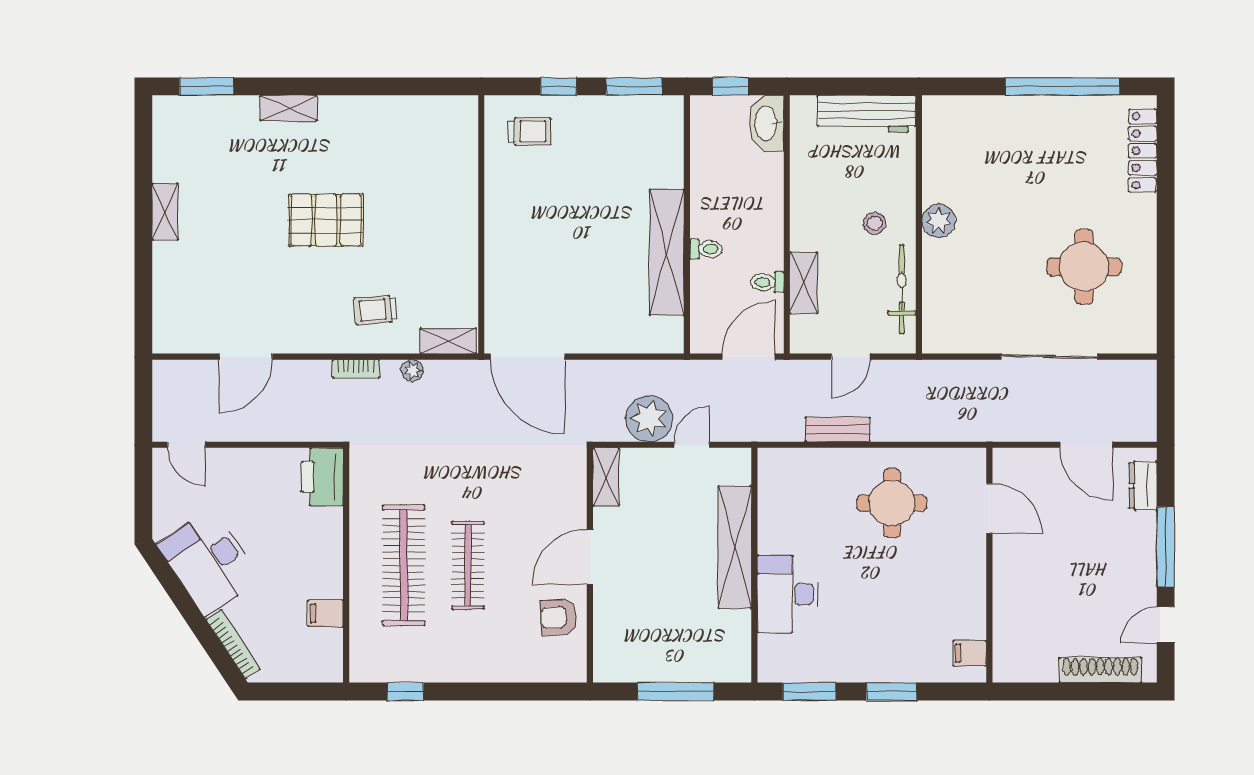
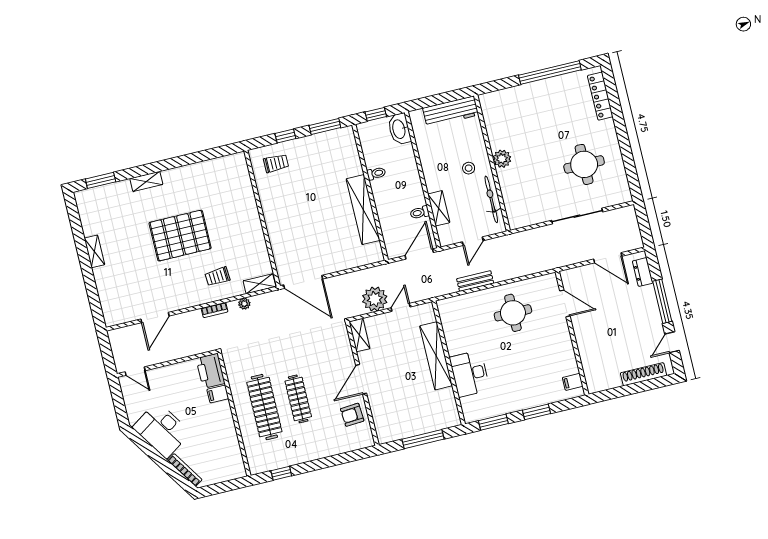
pallet: (326, 220) -> (180, 236), width x1.37, depth x1.41
toilet: (706, 249) -> (376, 173), moved
filing cabinet: (325, 613) -> (218, 394), moved

